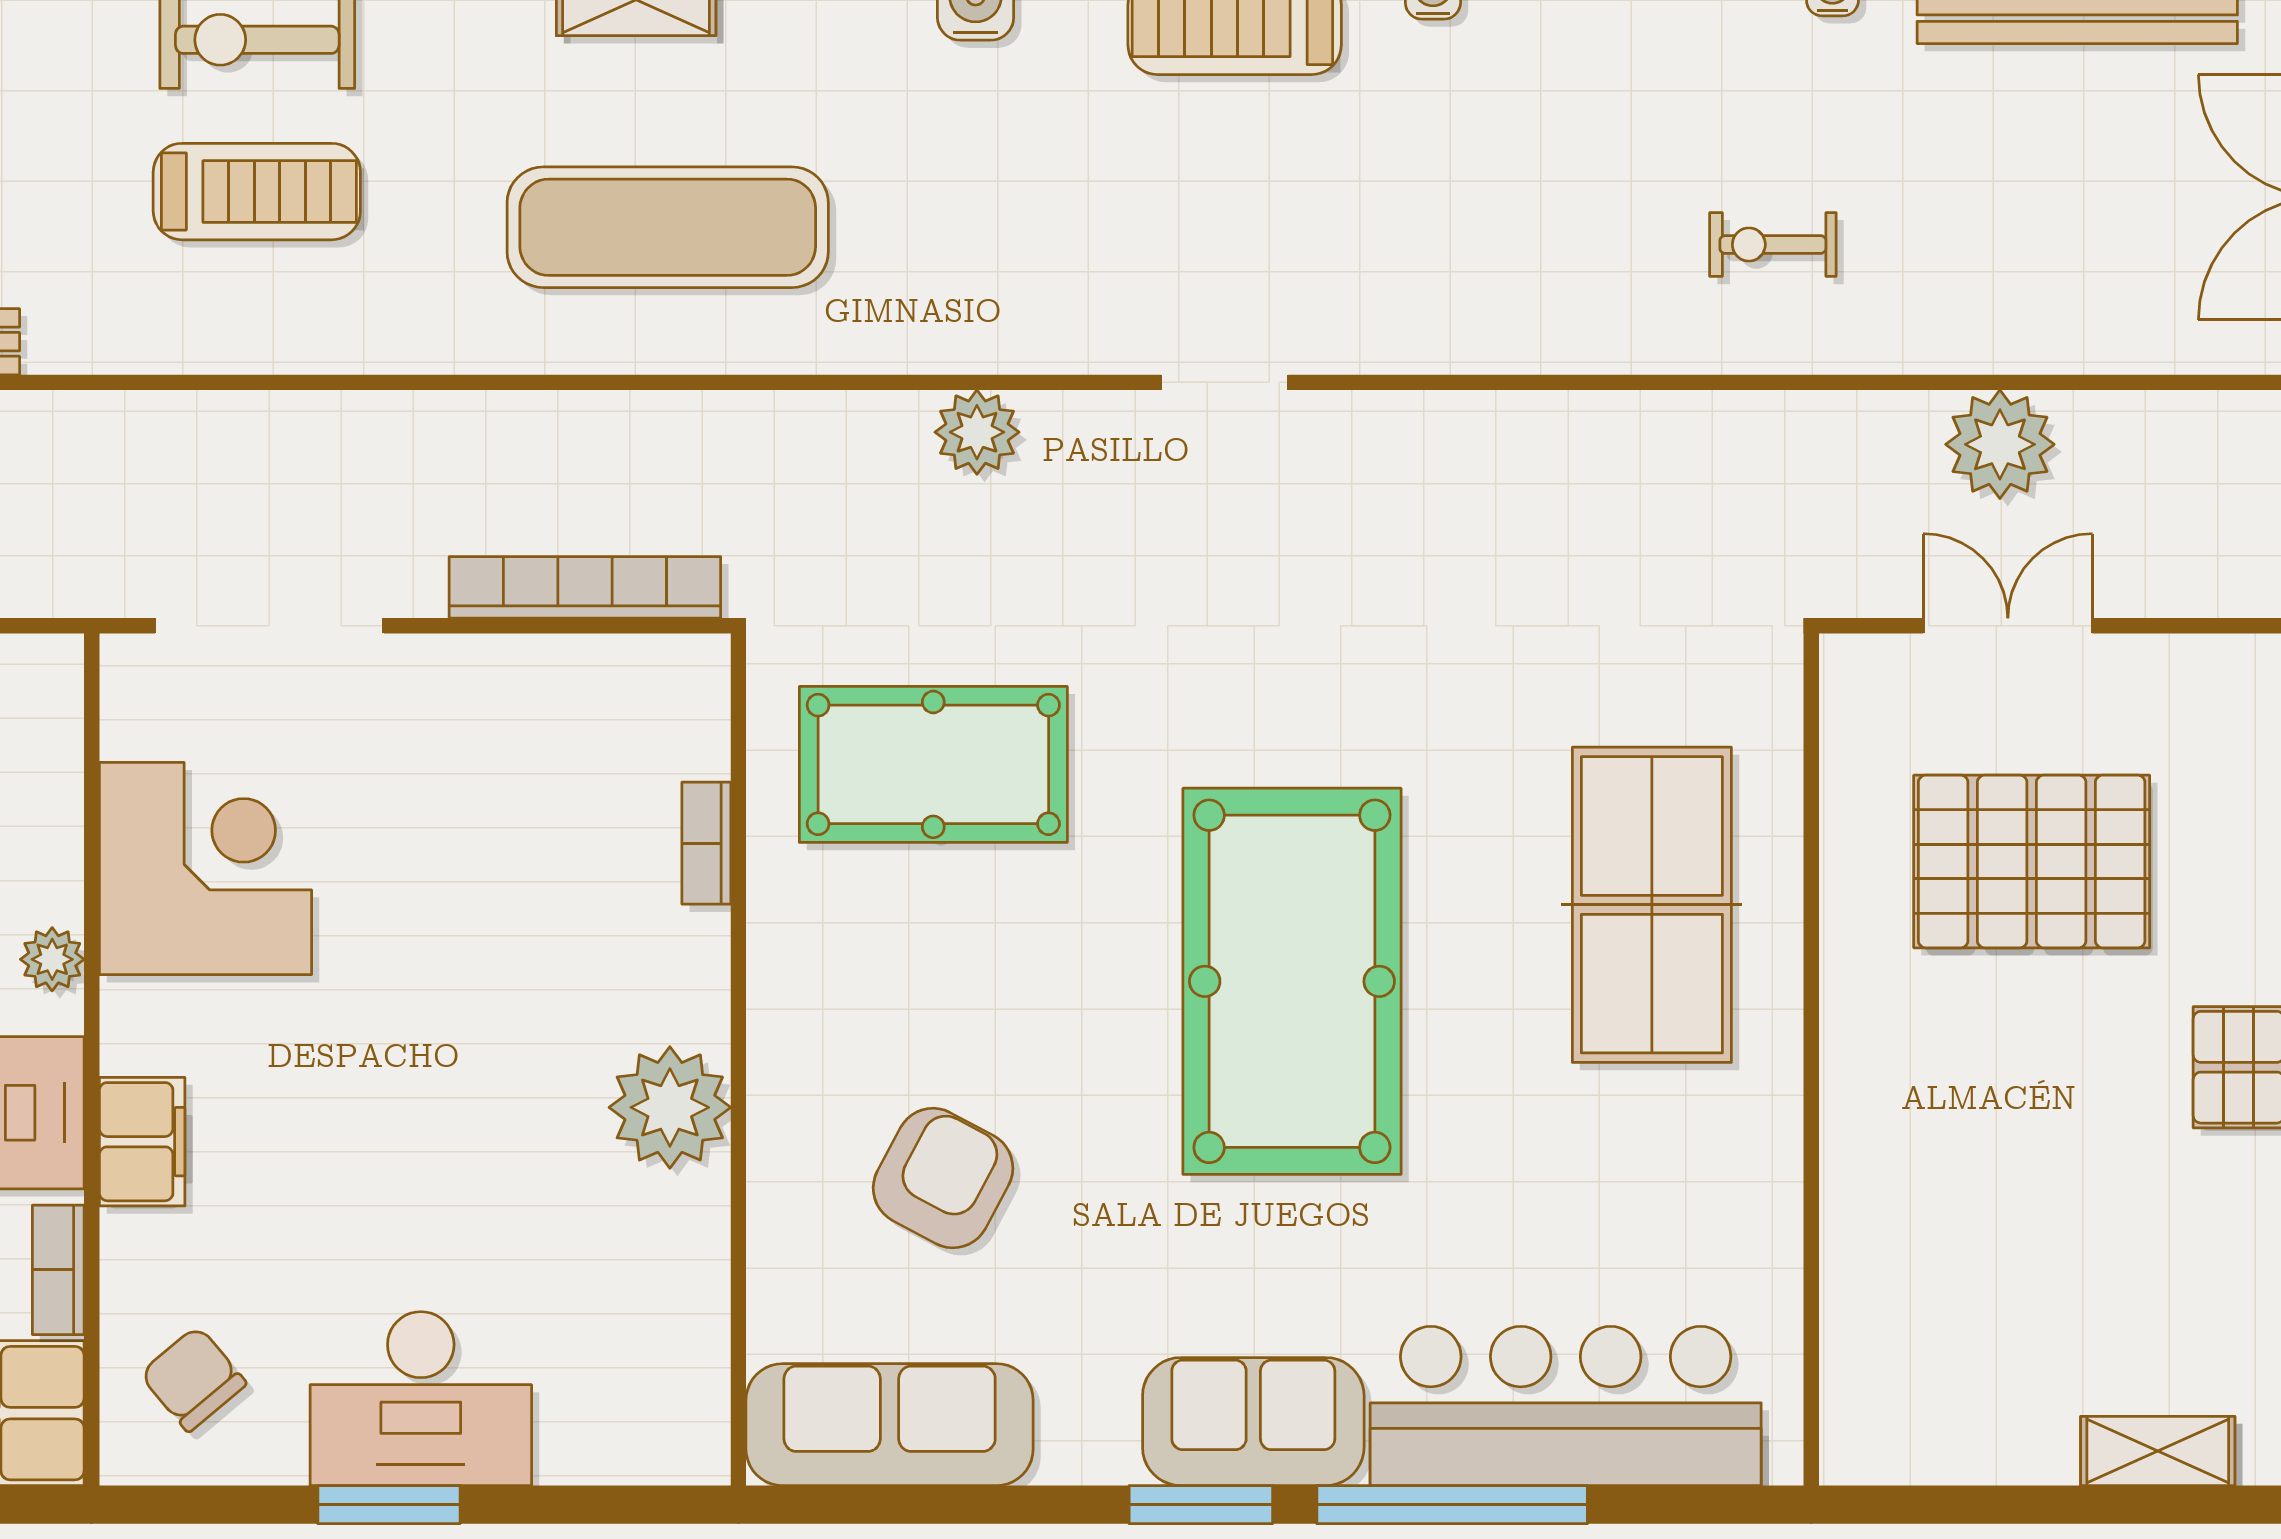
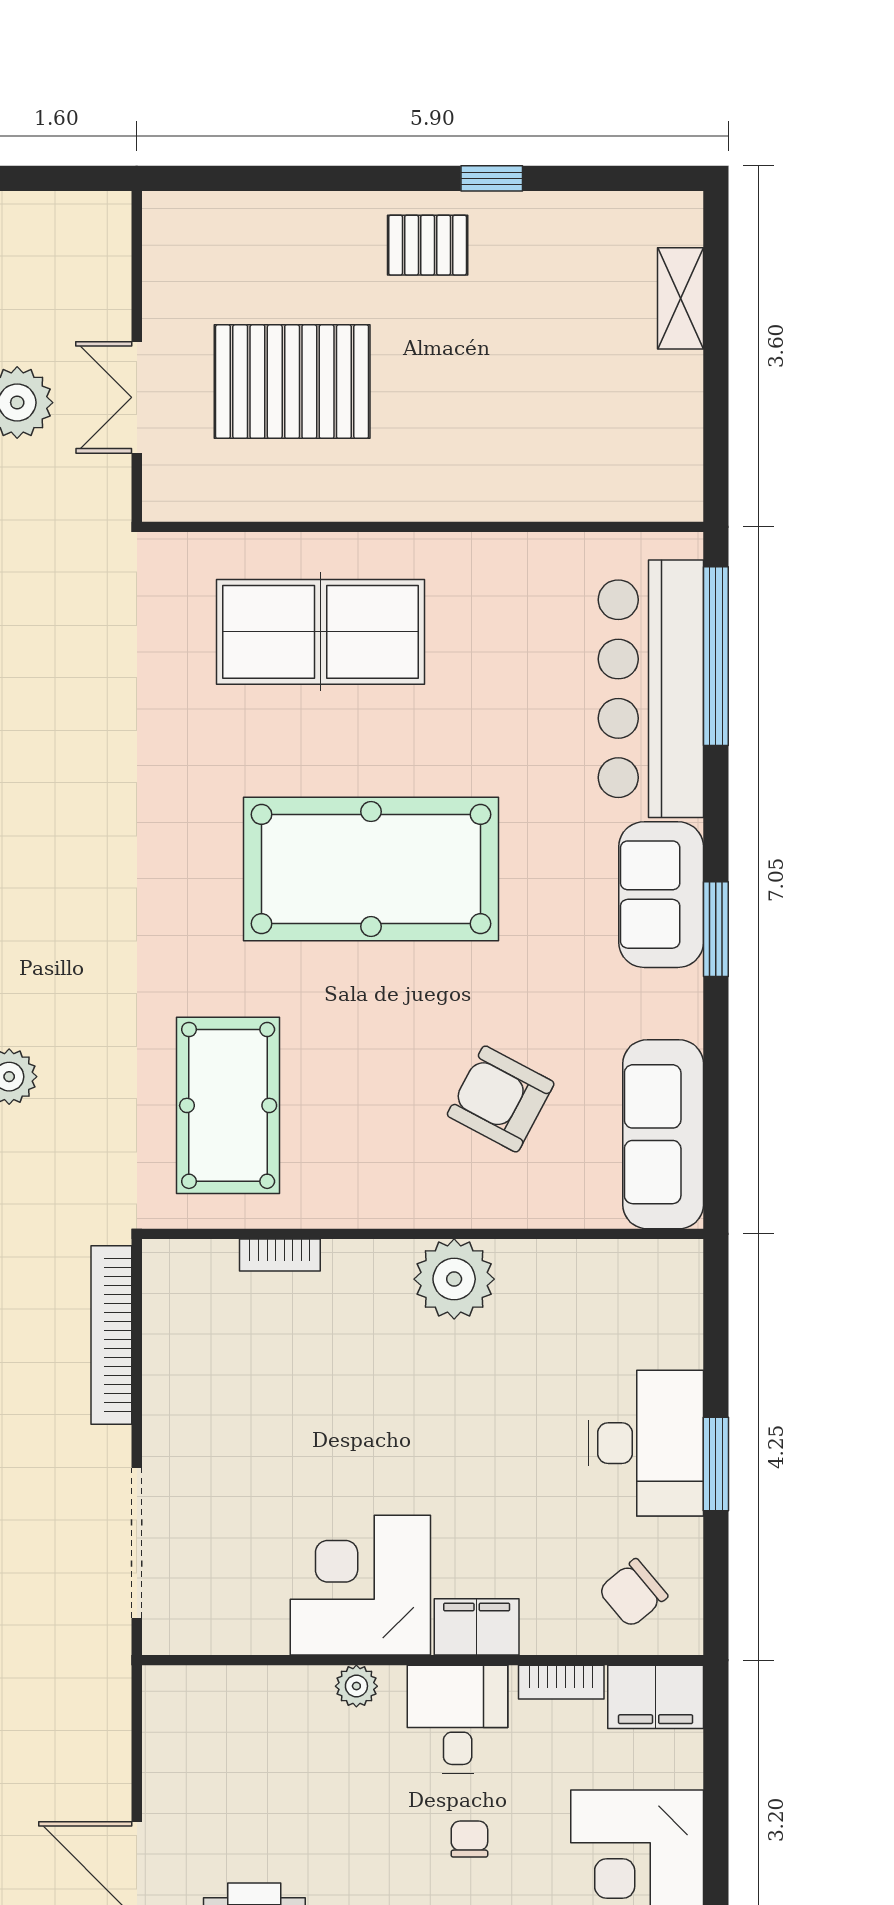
pallet: (2032, 861) -> (292, 382), turned 90
corner desk: (205, 869) -> (360, 1585), moved
window: (1452, 1505) -> (716, 656), moved

